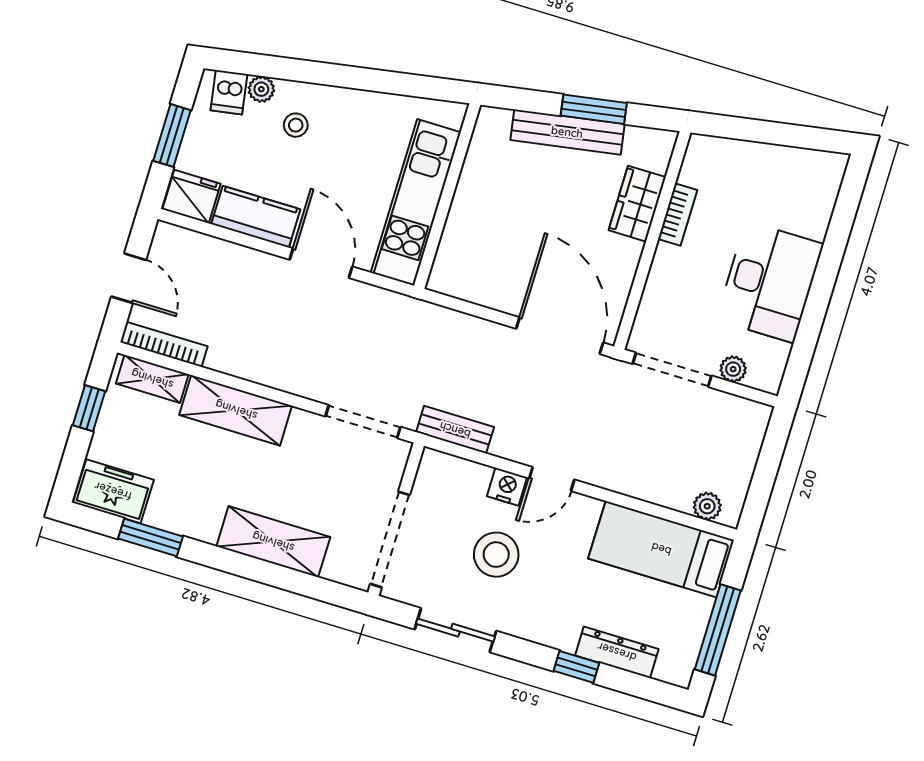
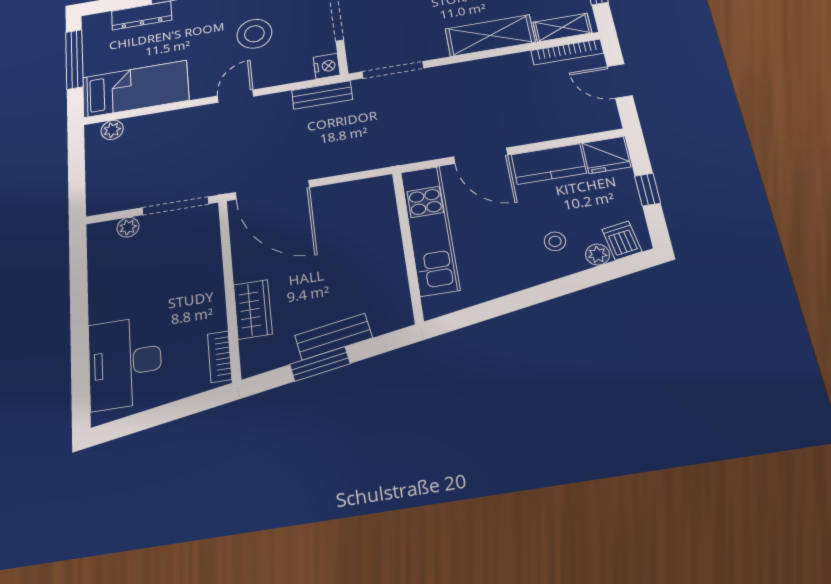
bench: (567, 132) -> (334, 337), width x0.73
window: (172, 135) -> (648, 190), width x0.67
bookcase: (678, 214) -> (220, 357), moved
desk: (770, 282) -> (125, 363), moved
nightstand: (507, 487) -> (327, 66), moved, turned -90

